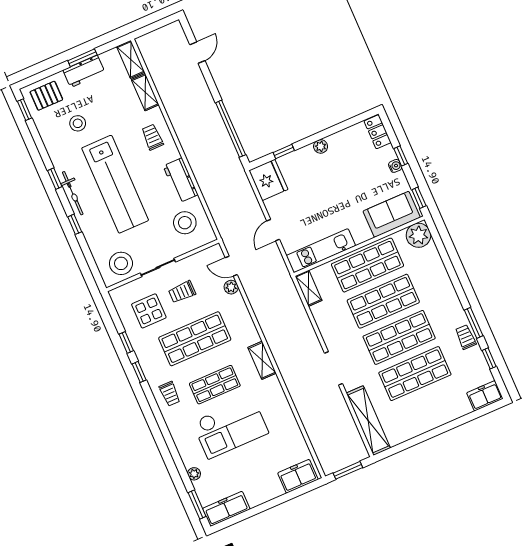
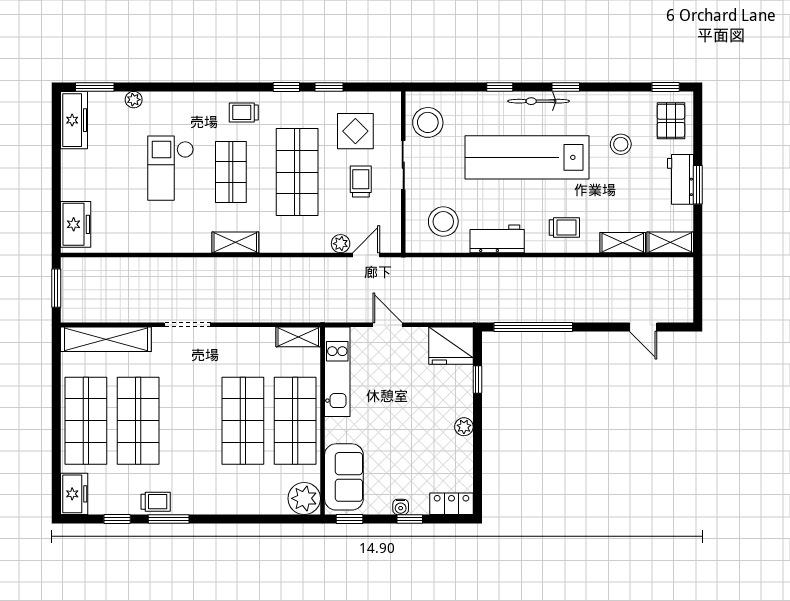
shop shelf: (399, 337) -> (86, 421), moved
checkout: (230, 427) -> (171, 168), width x0.73, depth x0.83

